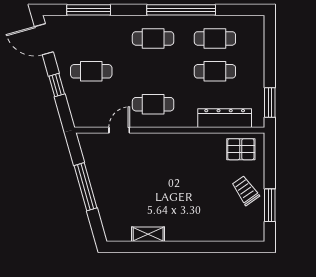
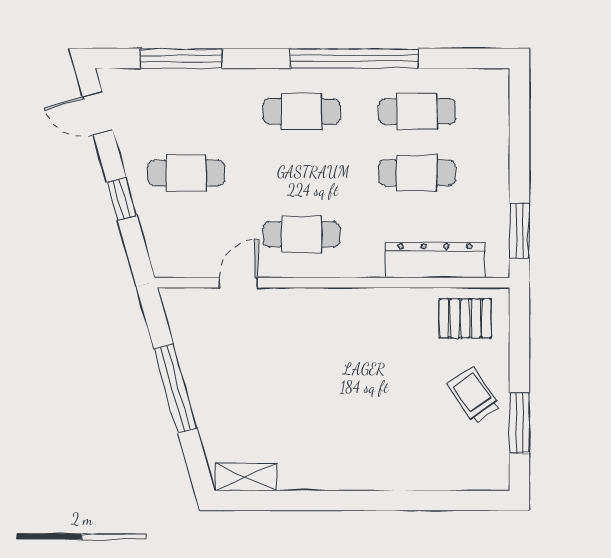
door: (44, 39) -> (98, 113), width x0.73
shelving: (148, 234) -> (246, 477), moved

